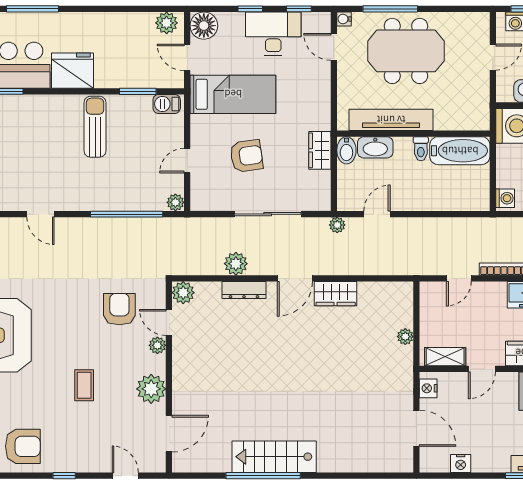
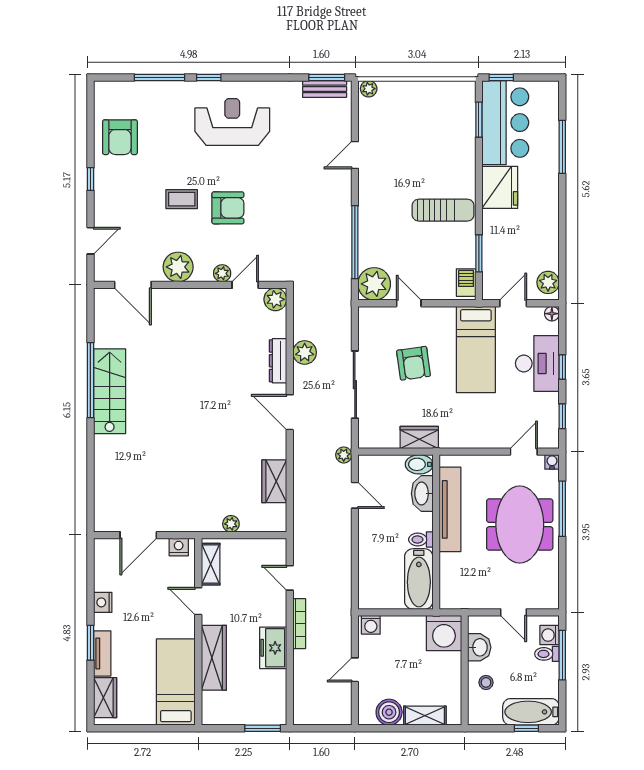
floor lamp: (204, 26) -> (552, 314), width x0.53, depth x0.53
desk: (273, 34) -> (537, 363), moved
plant: (175, 202) -> (374, 284), width x1.87, depth x1.87
wardrobe: (336, 294) -> (274, 481), moved
armchair: (119, 309) -> (228, 208), moved
nightstand: (461, 463) -> (103, 602), moved

